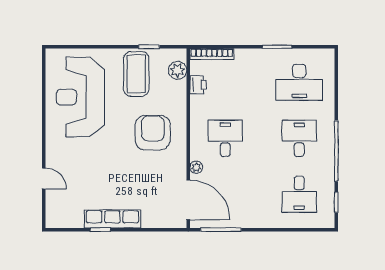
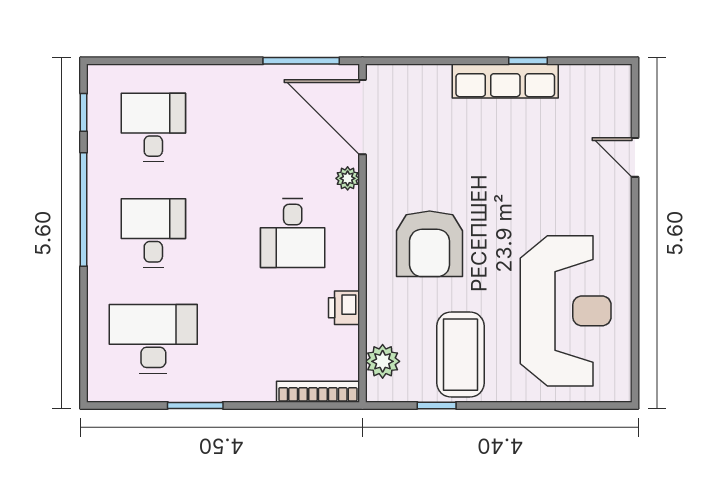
printer: (198, 85) -> (344, 308), moved
desk: (299, 138) -> (153, 233), turned 180

